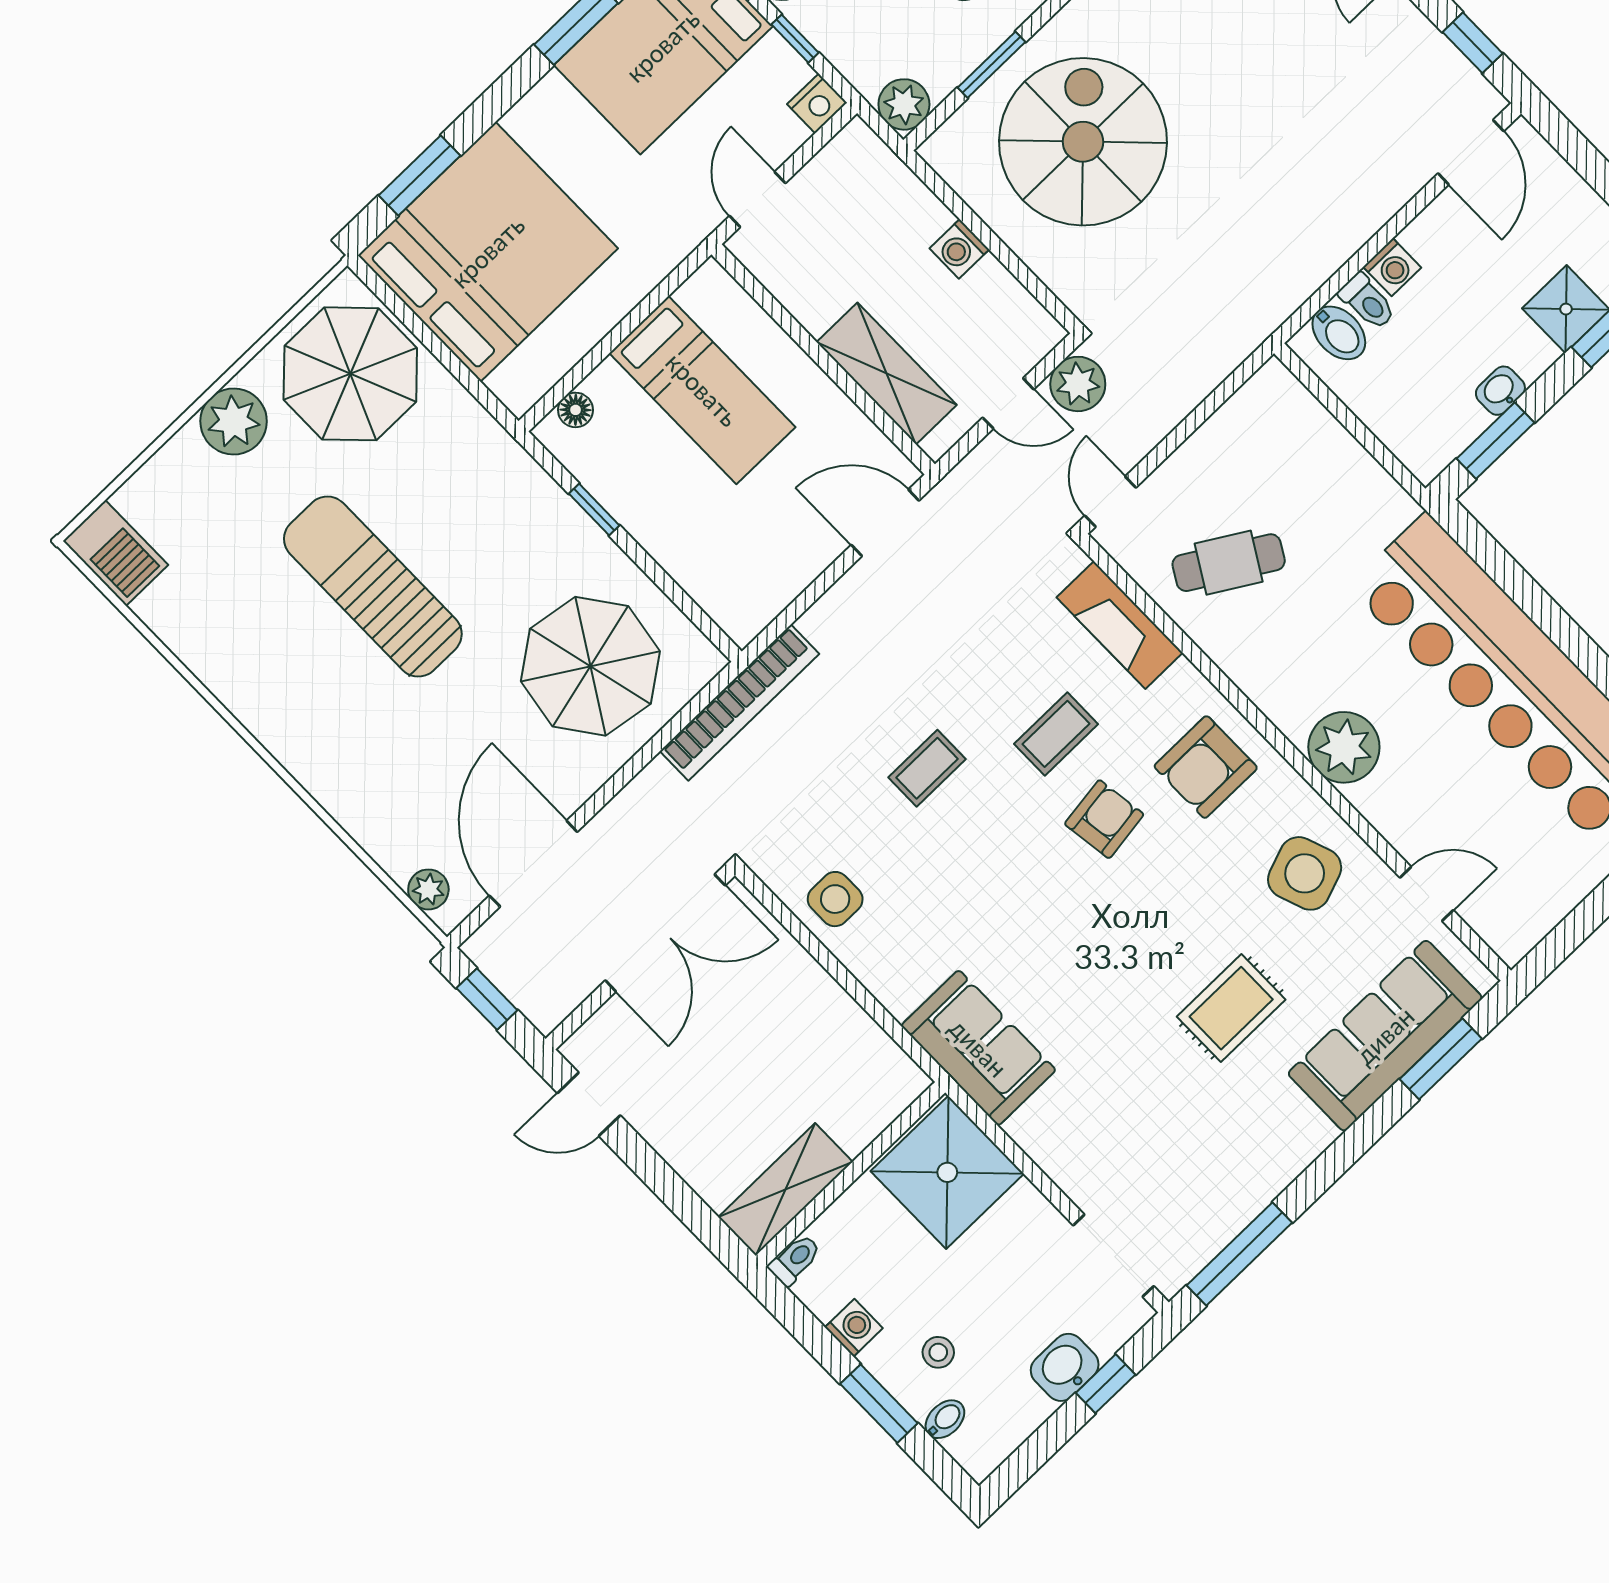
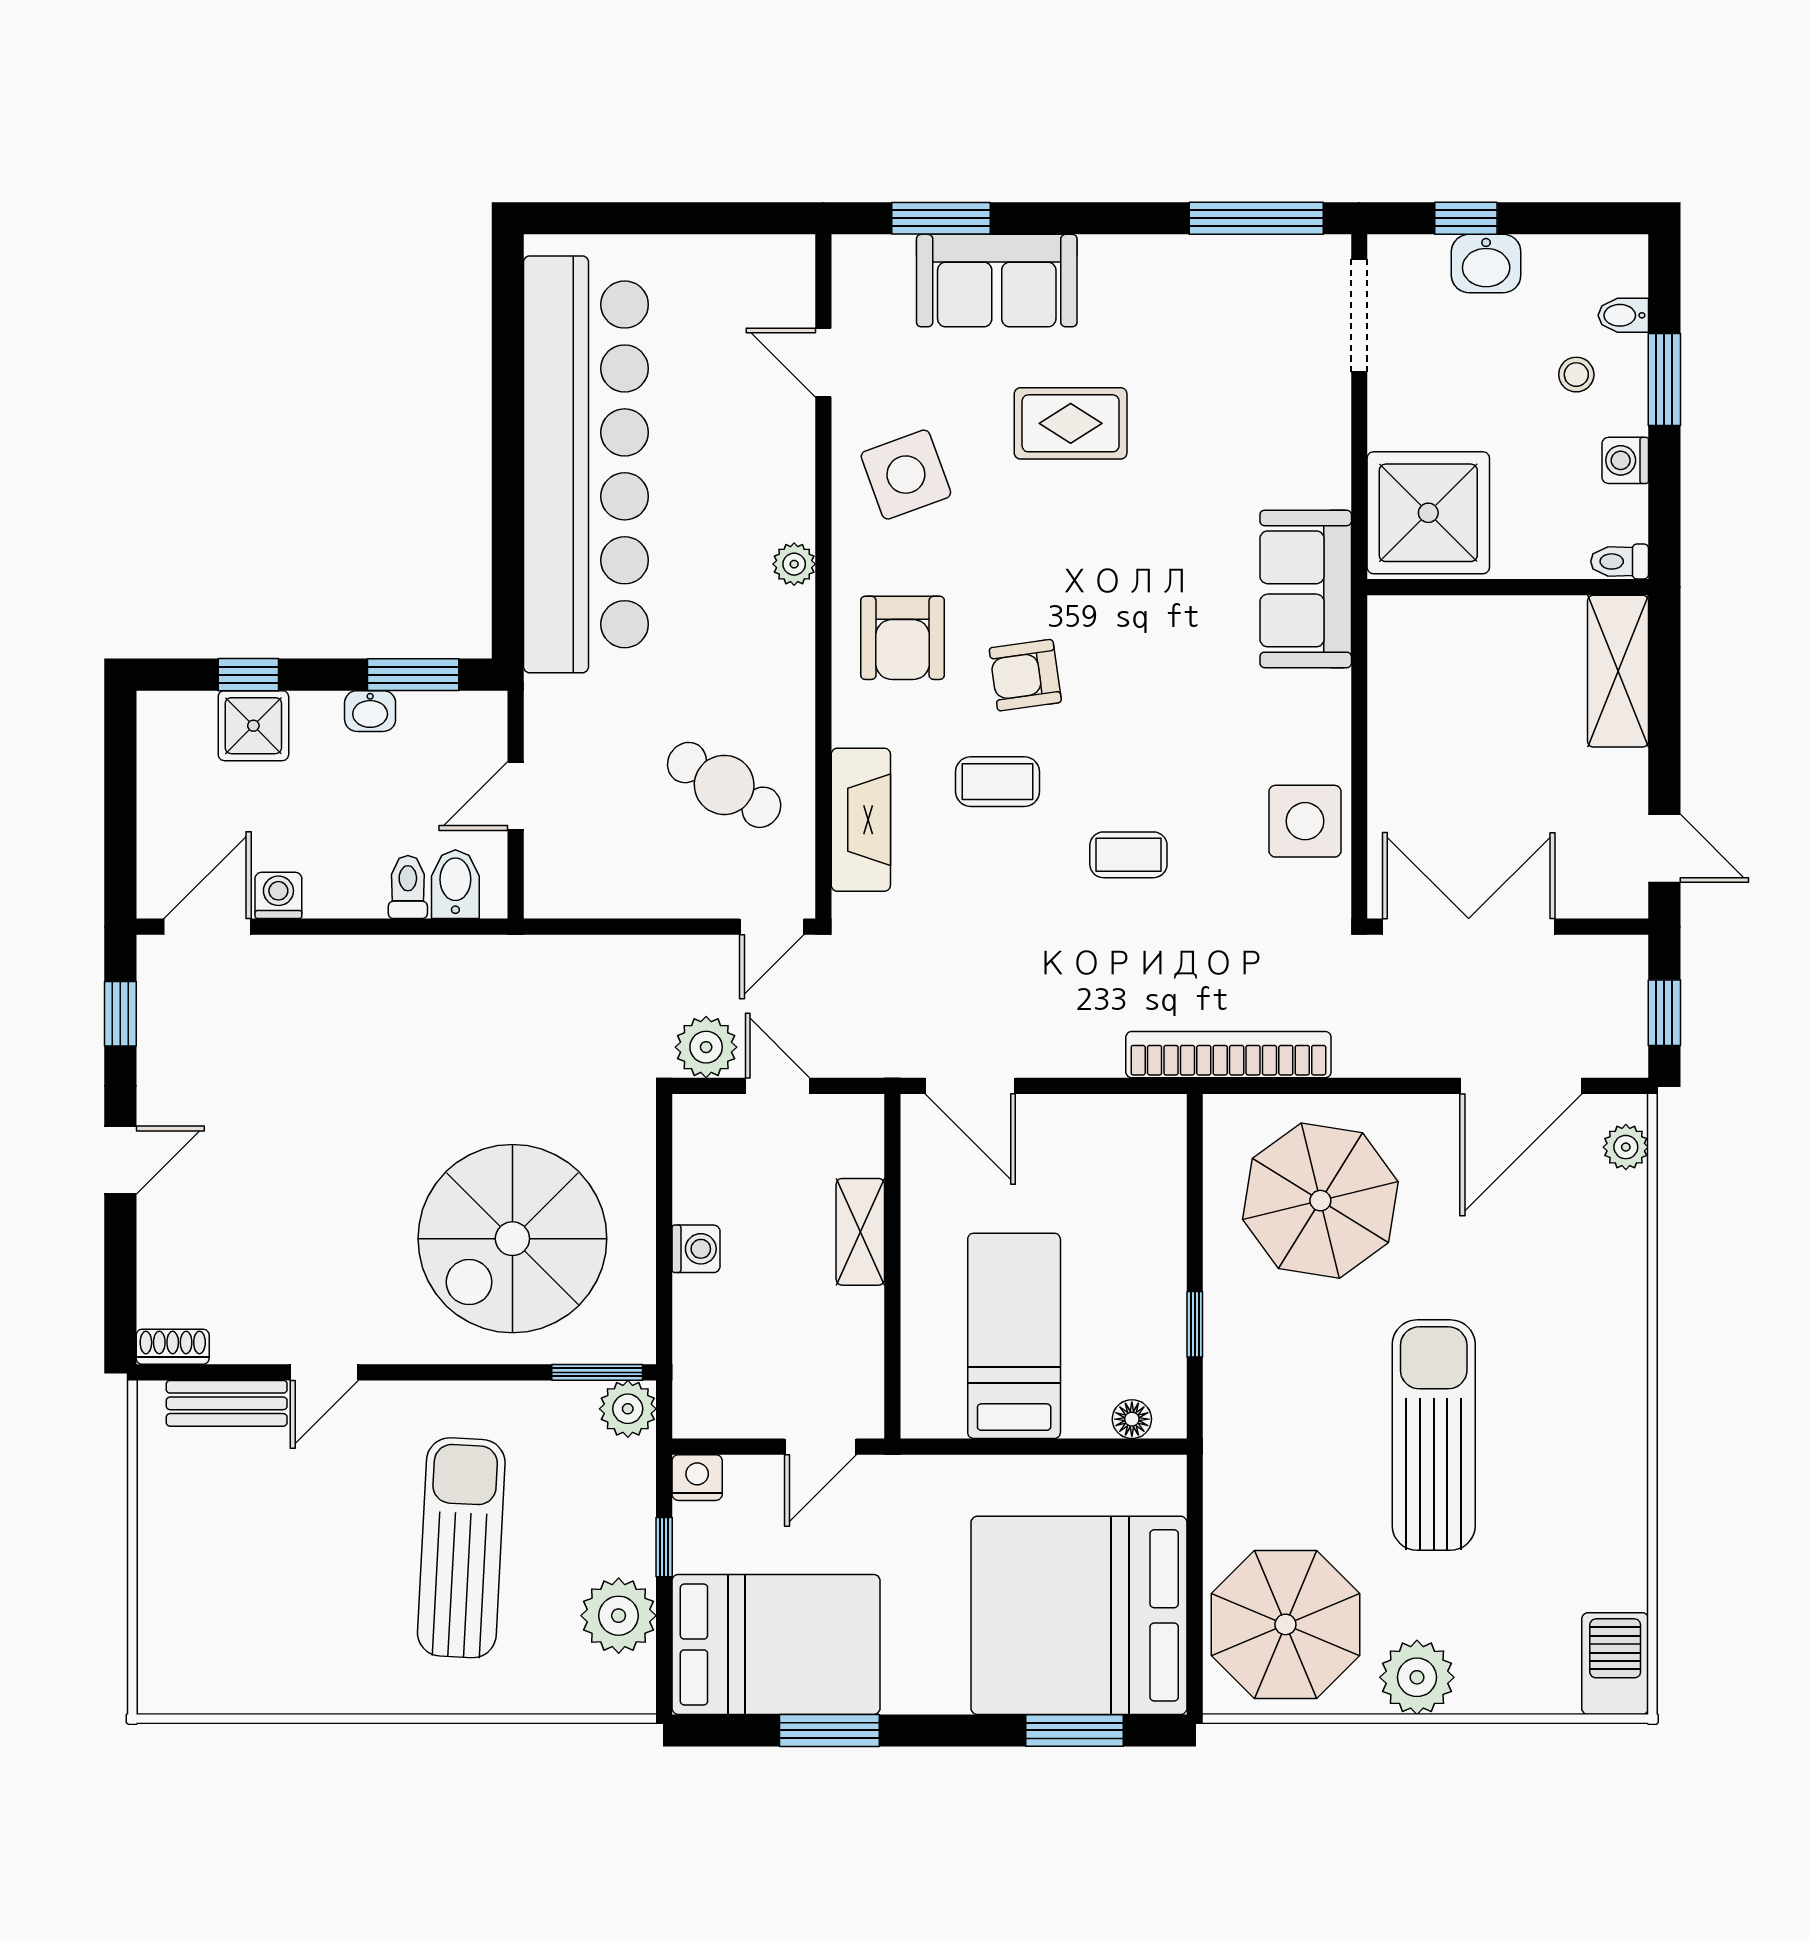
window: (992, 65) -> (597, 1372), moved
washing machine: (1392, 267) -> (278, 895), moved
shelving: (887, 374) -> (860, 1232), width x0.67, depth x0.75
door: (1355, 427) -> (516, 796), added
sun lounger: (373, 587) -> (1434, 1435), turned 180
plant: (1344, 747) -> (794, 564), width x0.53, depth x0.53
armchair: (1206, 767) -> (903, 638), turned 90
side table: (835, 899) -> (1305, 821), width x1.37, depth x1.37
sofa: (1385, 1036) -> (997, 281), width x0.73
shelving: (785, 1190) -> (1618, 671), moved, turned 90

